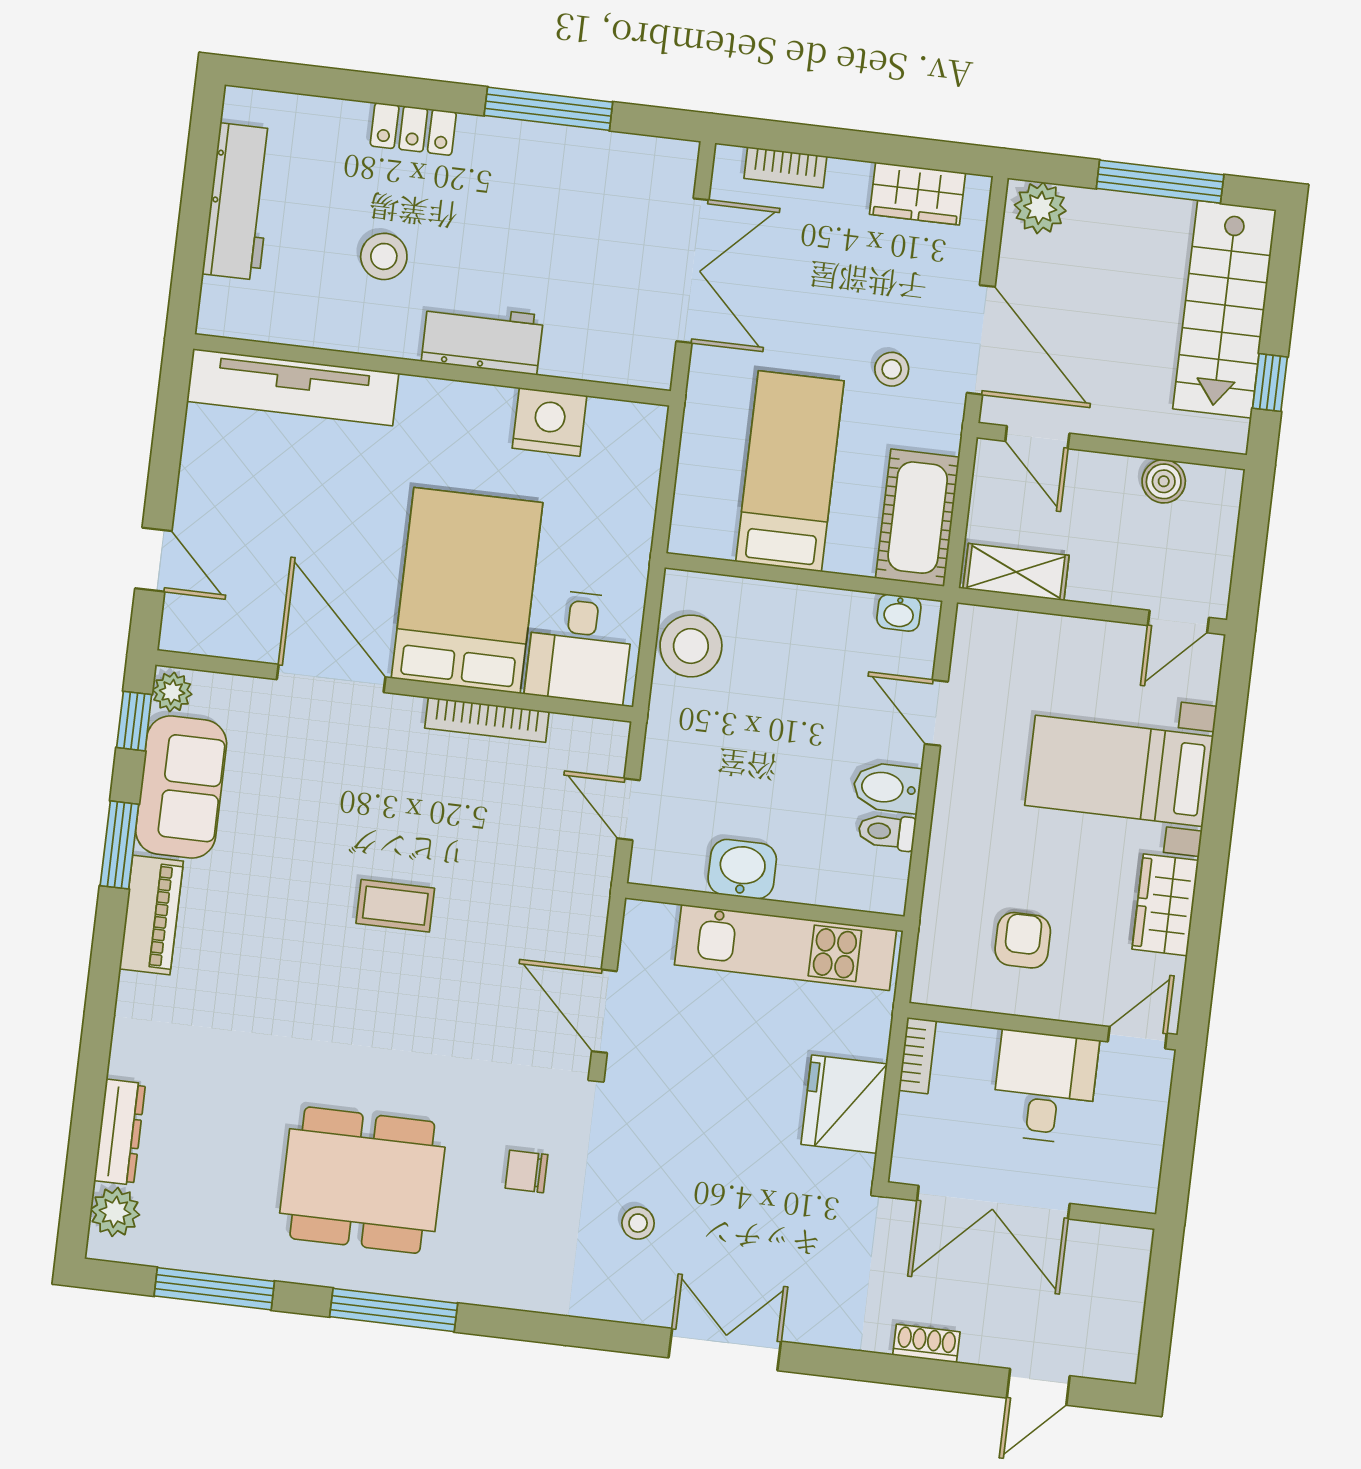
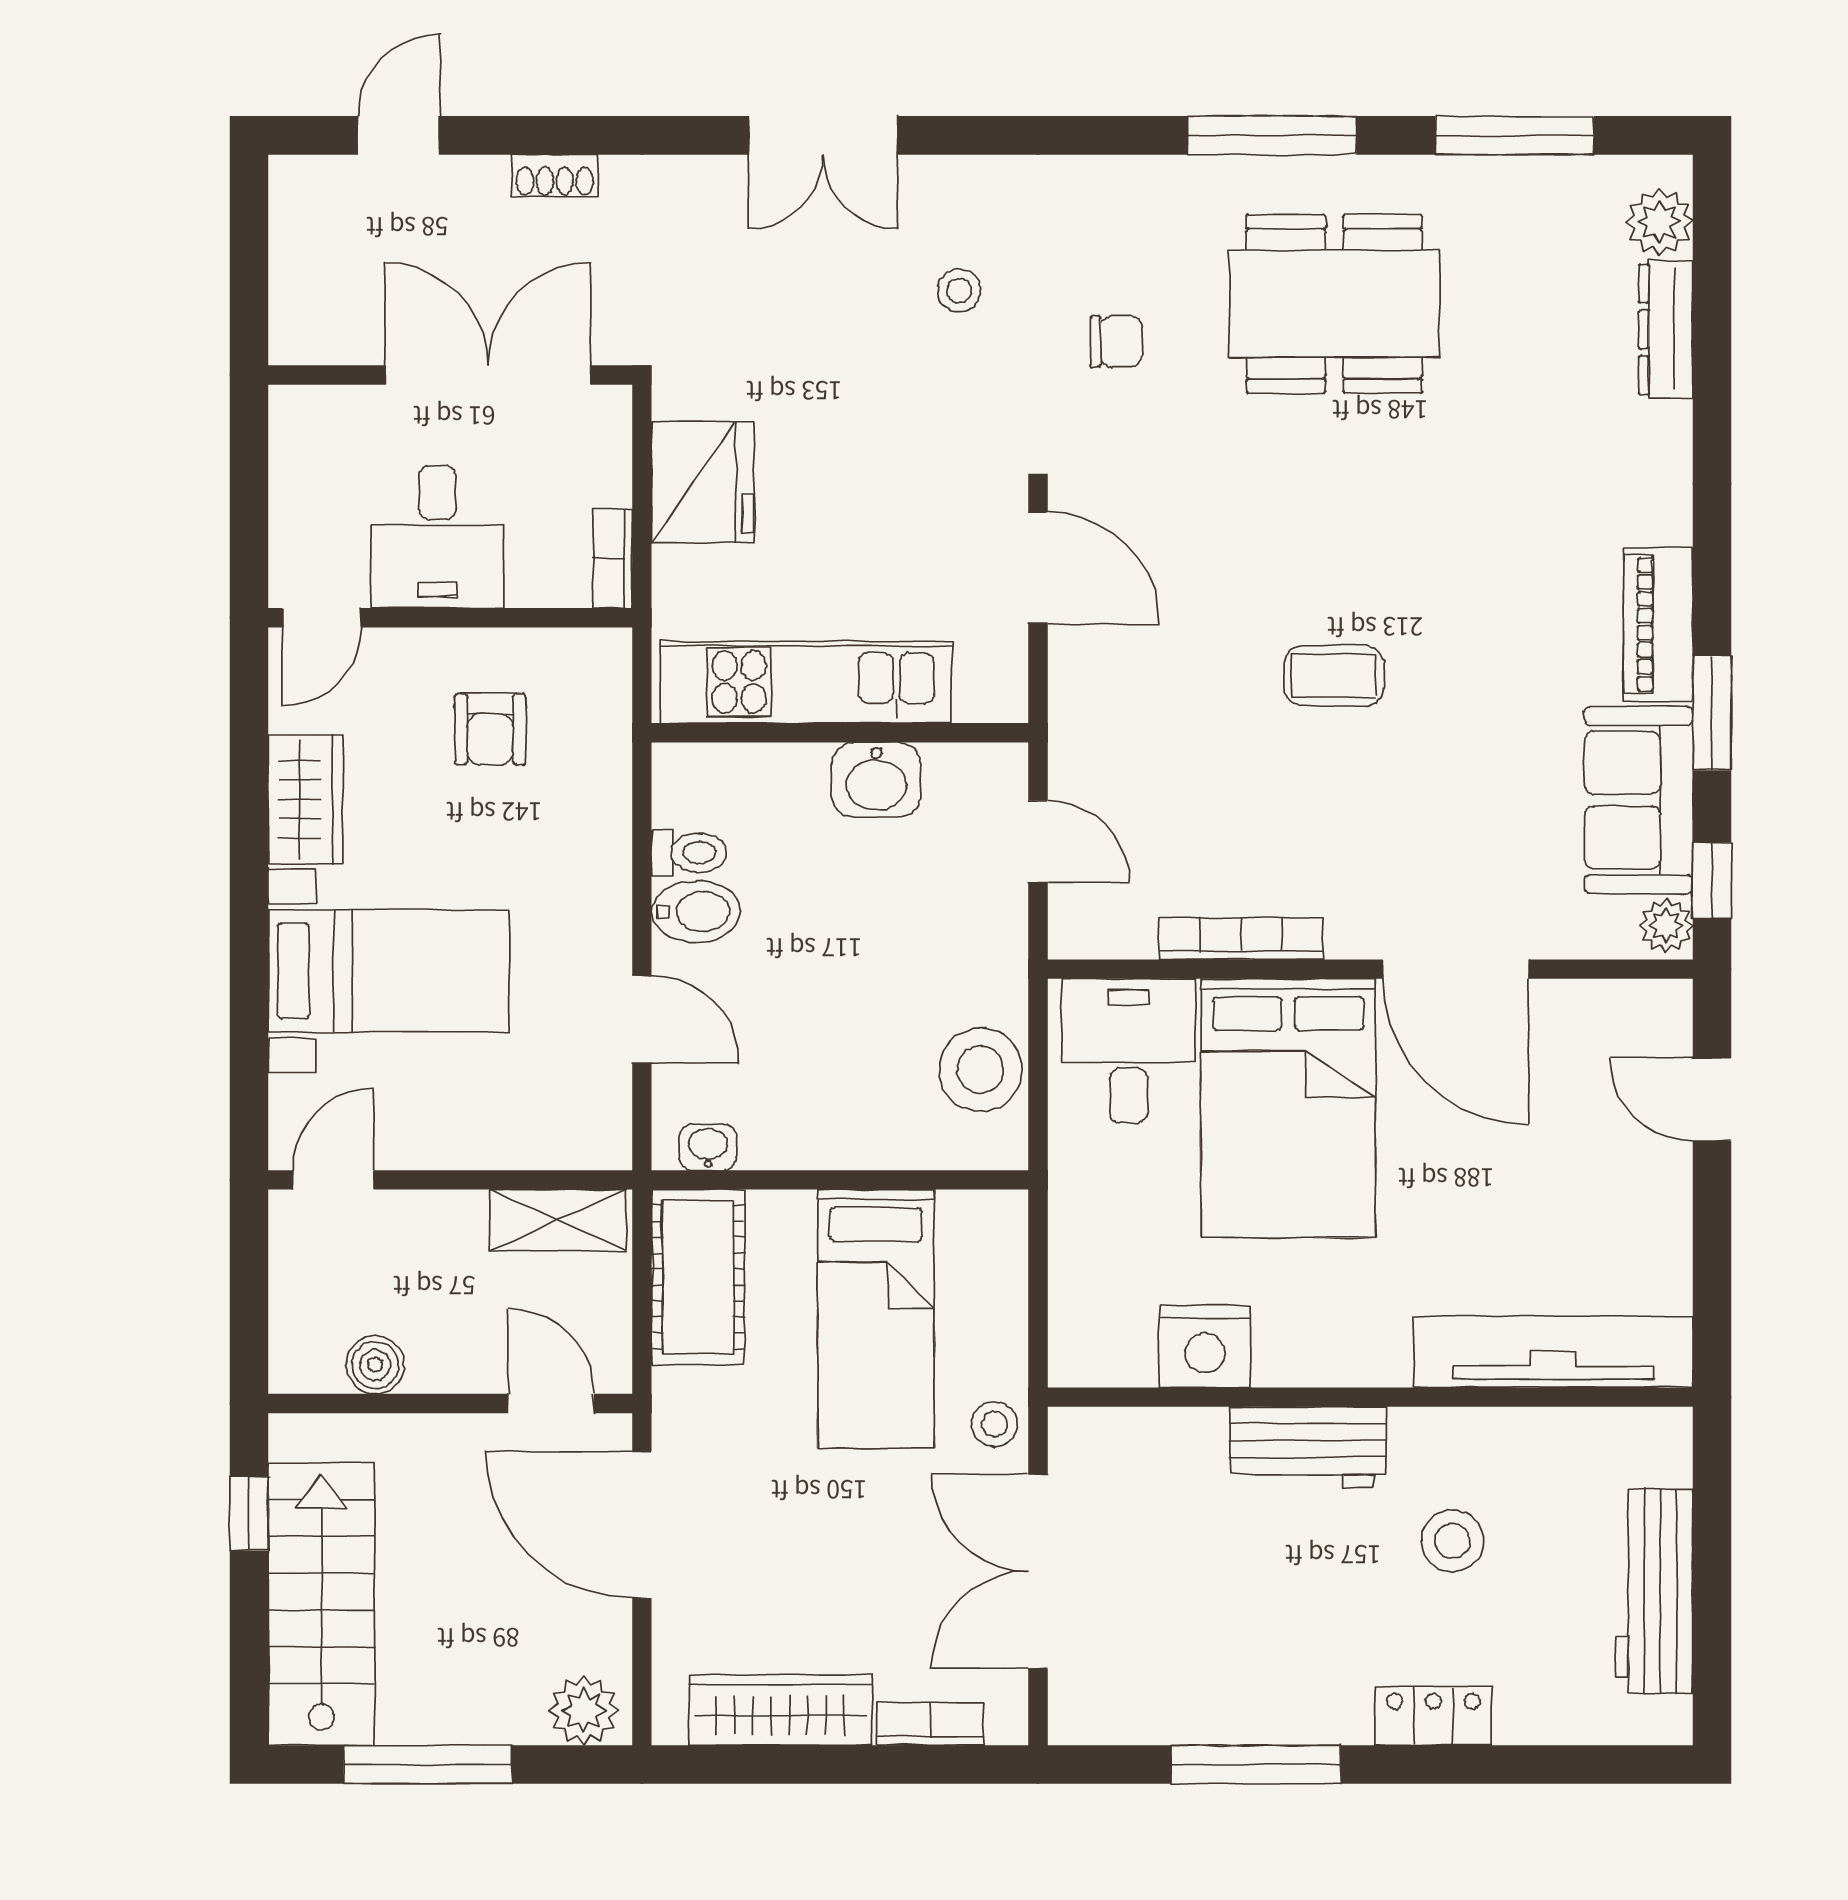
wardrobe: (918, 194) -> (780, 1710), width x1.50
stool: (892, 369) -> (994, 1424), moved

